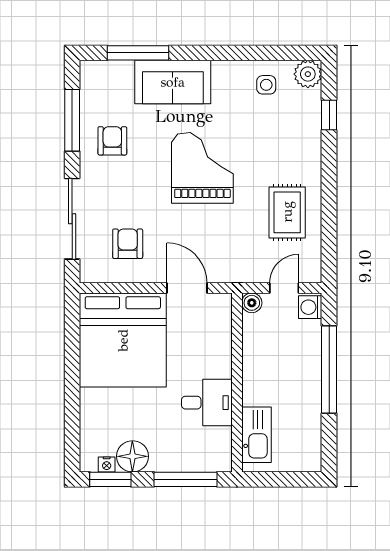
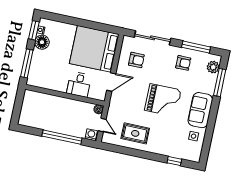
plant: (308, 74) -> (213, 67), moved
sofa: (173, 82) -> (200, 110), moved
desk: (207, 403) -> (79, 84), moved
kitchen sink: (256, 435) -> (40, 99), removed

